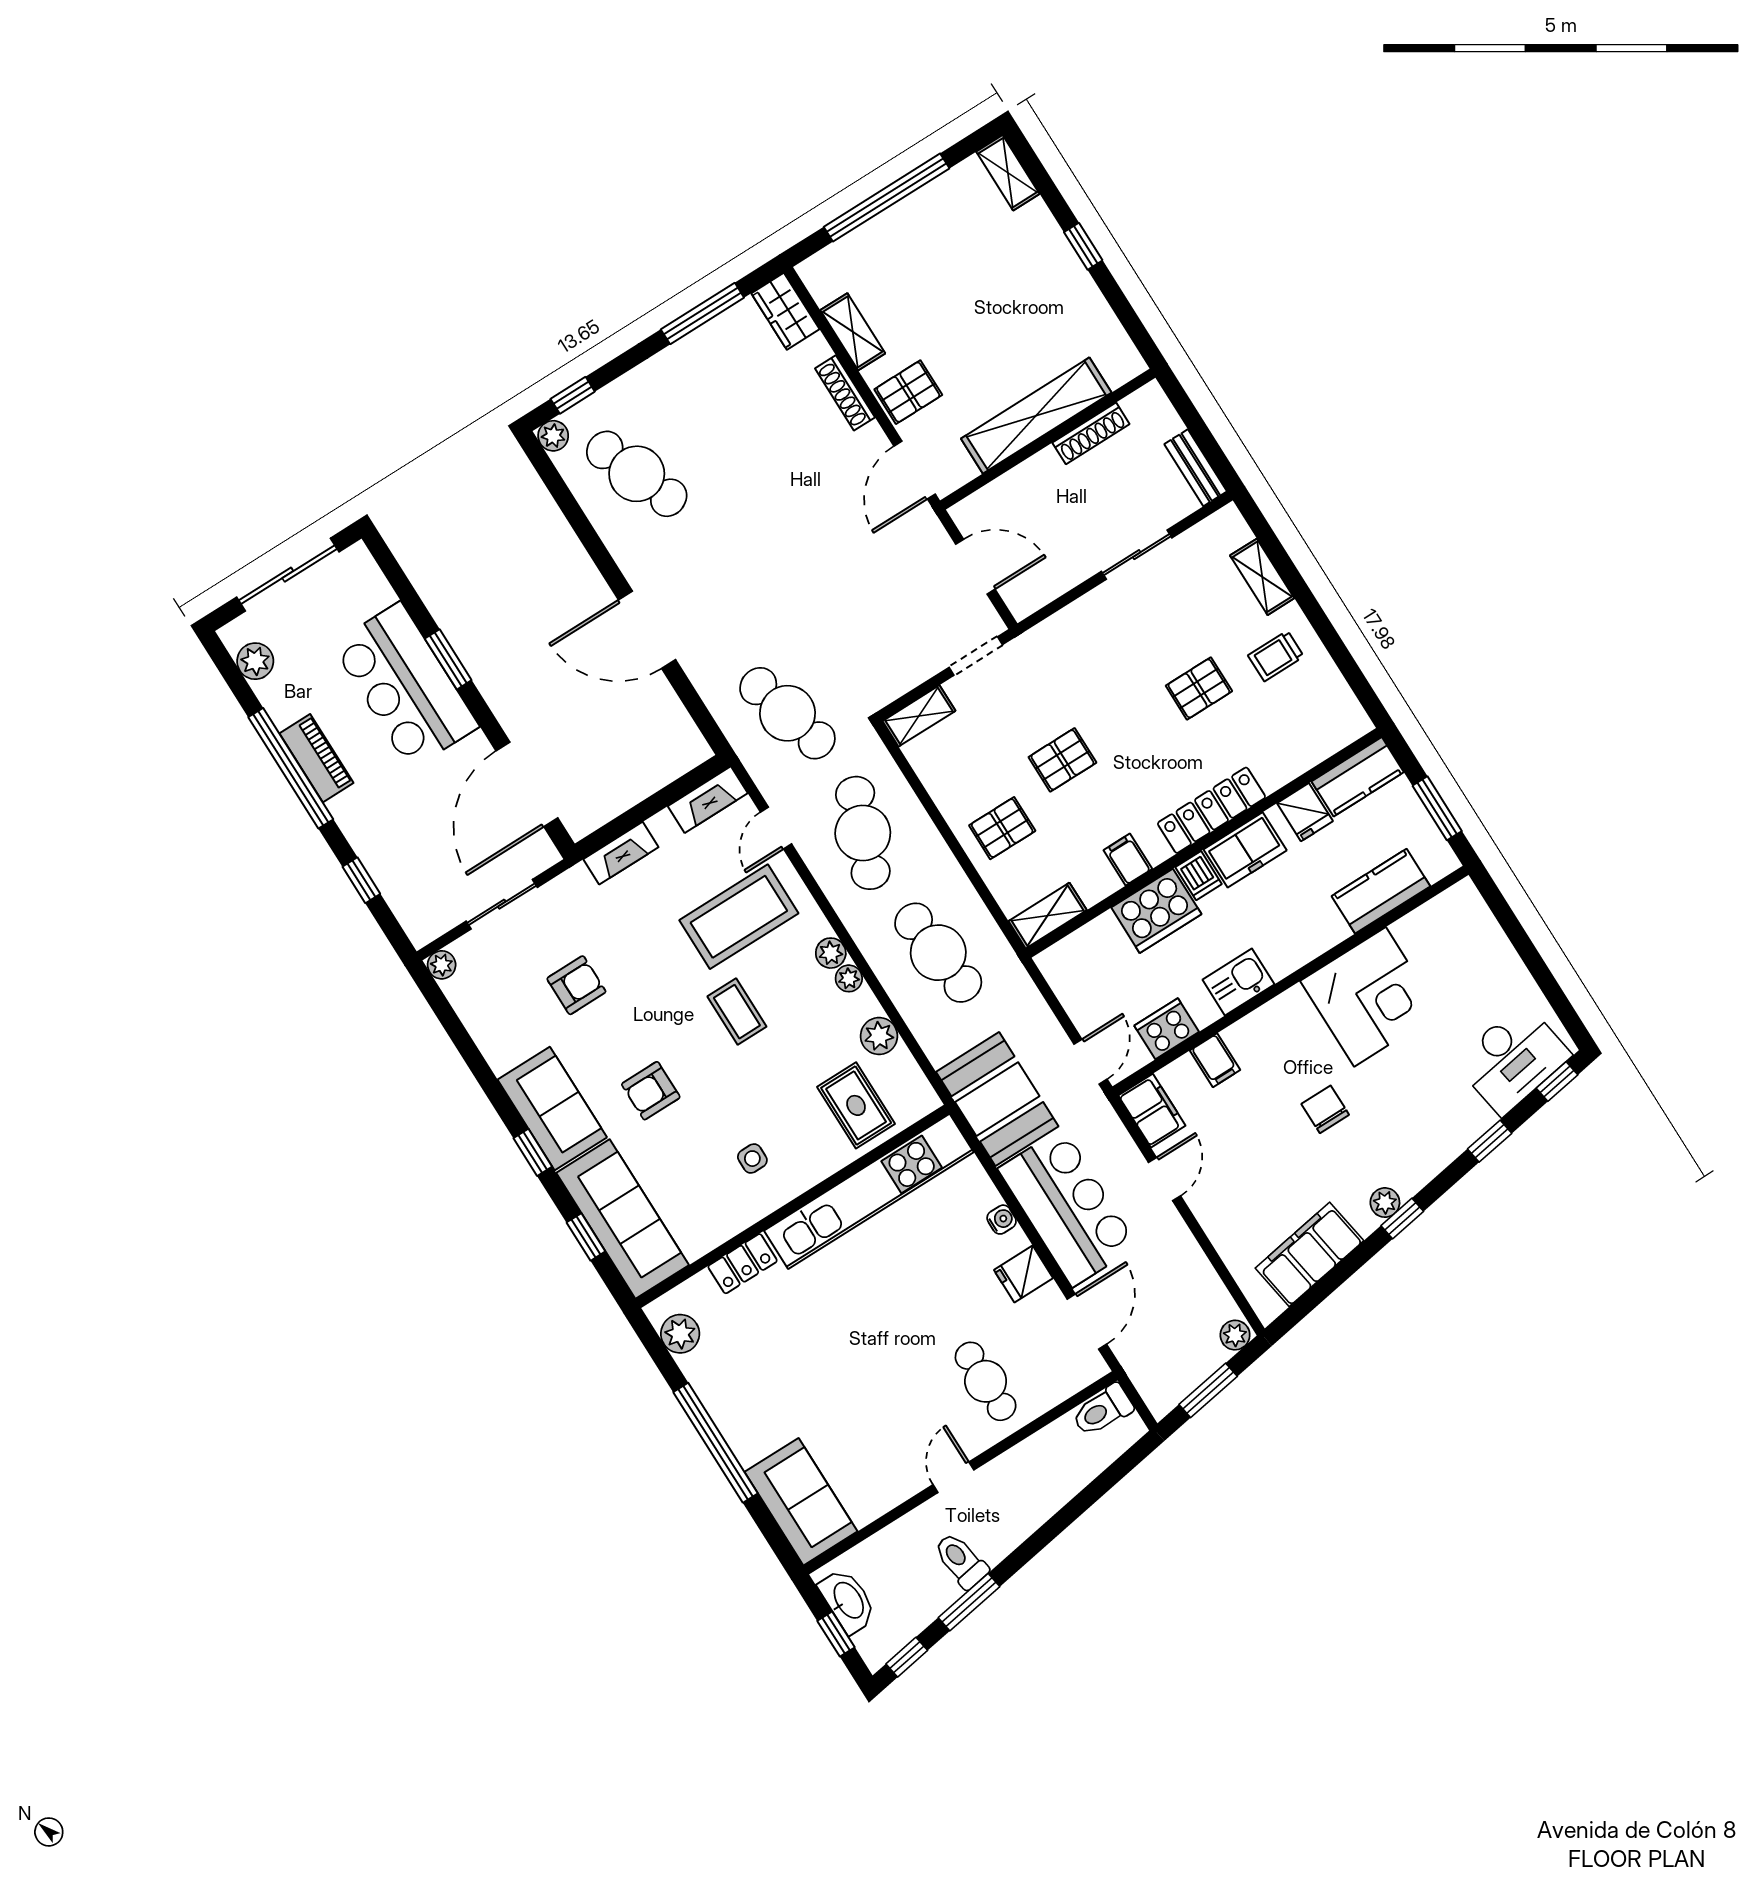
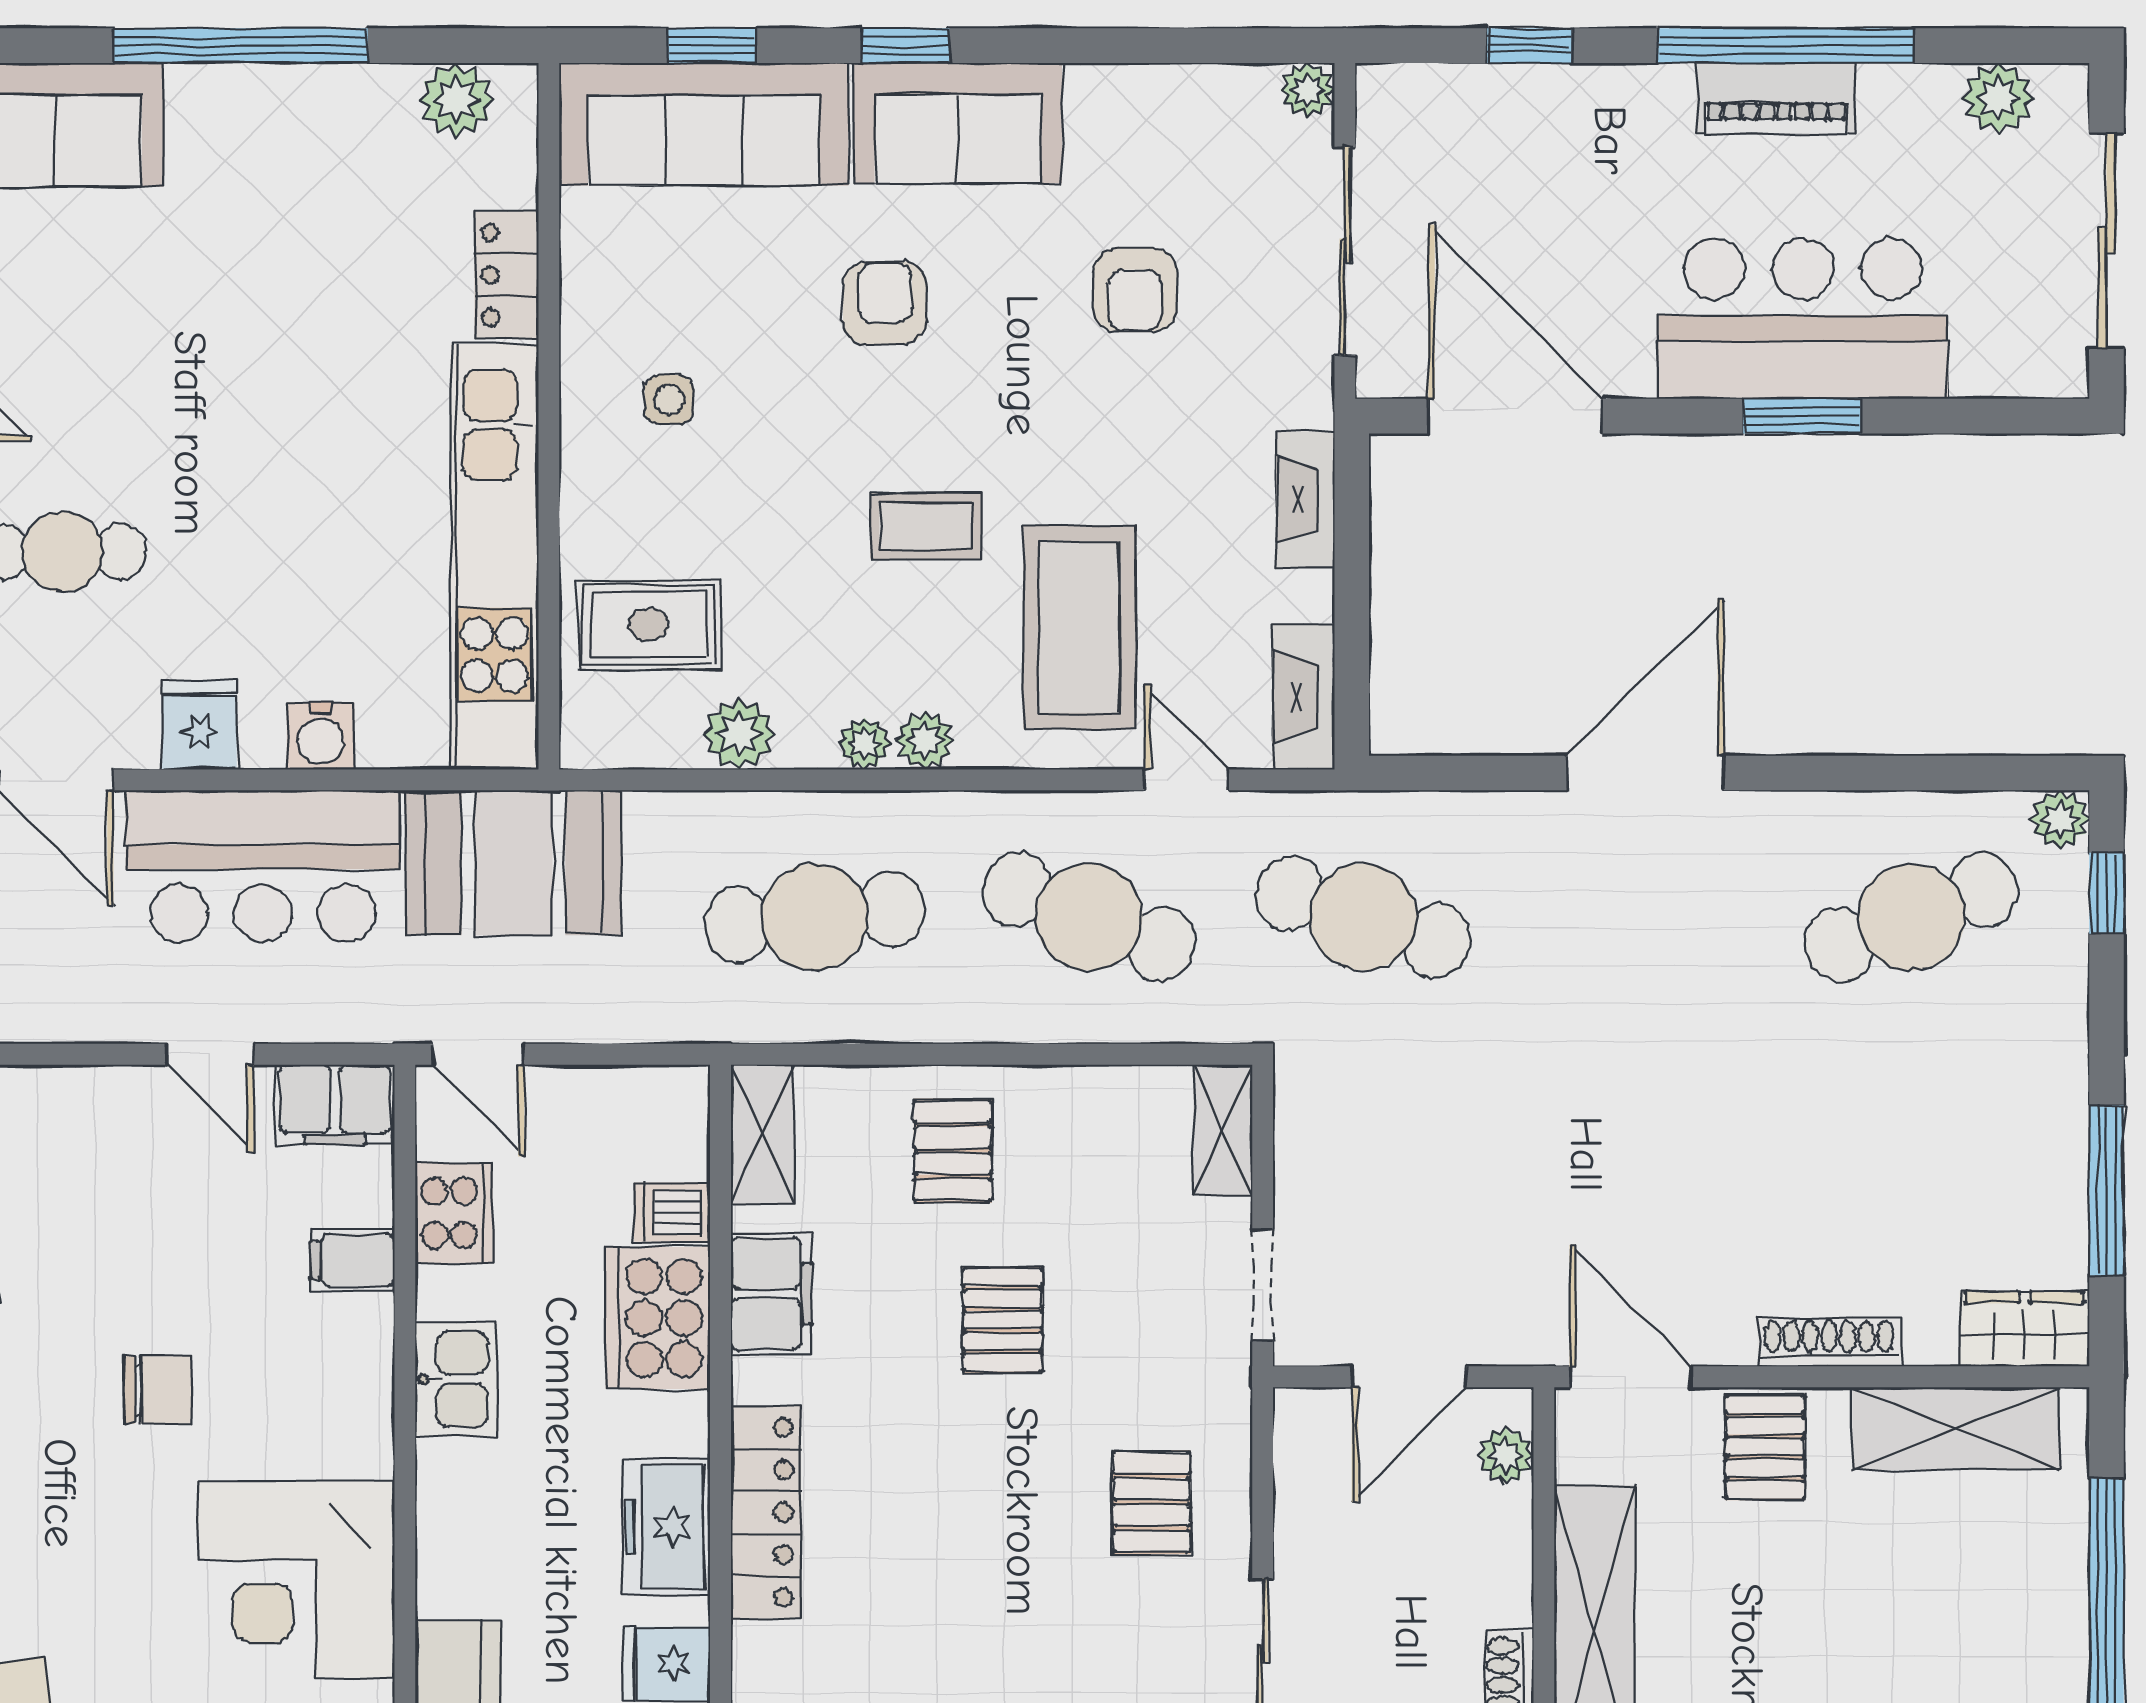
shelving: (853, 332) -> (1956, 1429), width x1.50, depth x1.33
plant: (983, 503) -> (1505, 1455), added
pallet: (1199, 688) -> (1151, 1502), moved
cafe table: (787, 713) -> (1363, 917), turned 33
filing cabinet: (1128, 860) -> (771, 1294), width x2.00
dishwasher: (1199, 876) -> (672, 1212), moved
sliding door: (502, 904) -> (1345, 251), width x1.37
water cooler: (1002, 1220) -> (321, 736), width x1.38, depth x1.38

